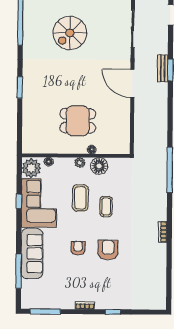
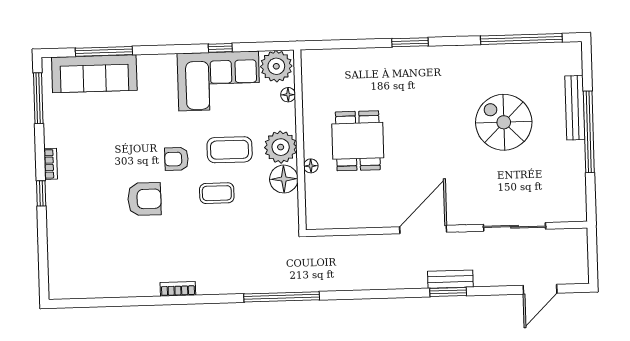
plant: (80, 163) -> (281, 147), width x1.87, depth x1.87
armchair: (78, 248) -> (177, 159), moved, turned 180
sofa: (32, 254) -> (94, 74), moved
window: (113, 312) -> (41, 193), moved

